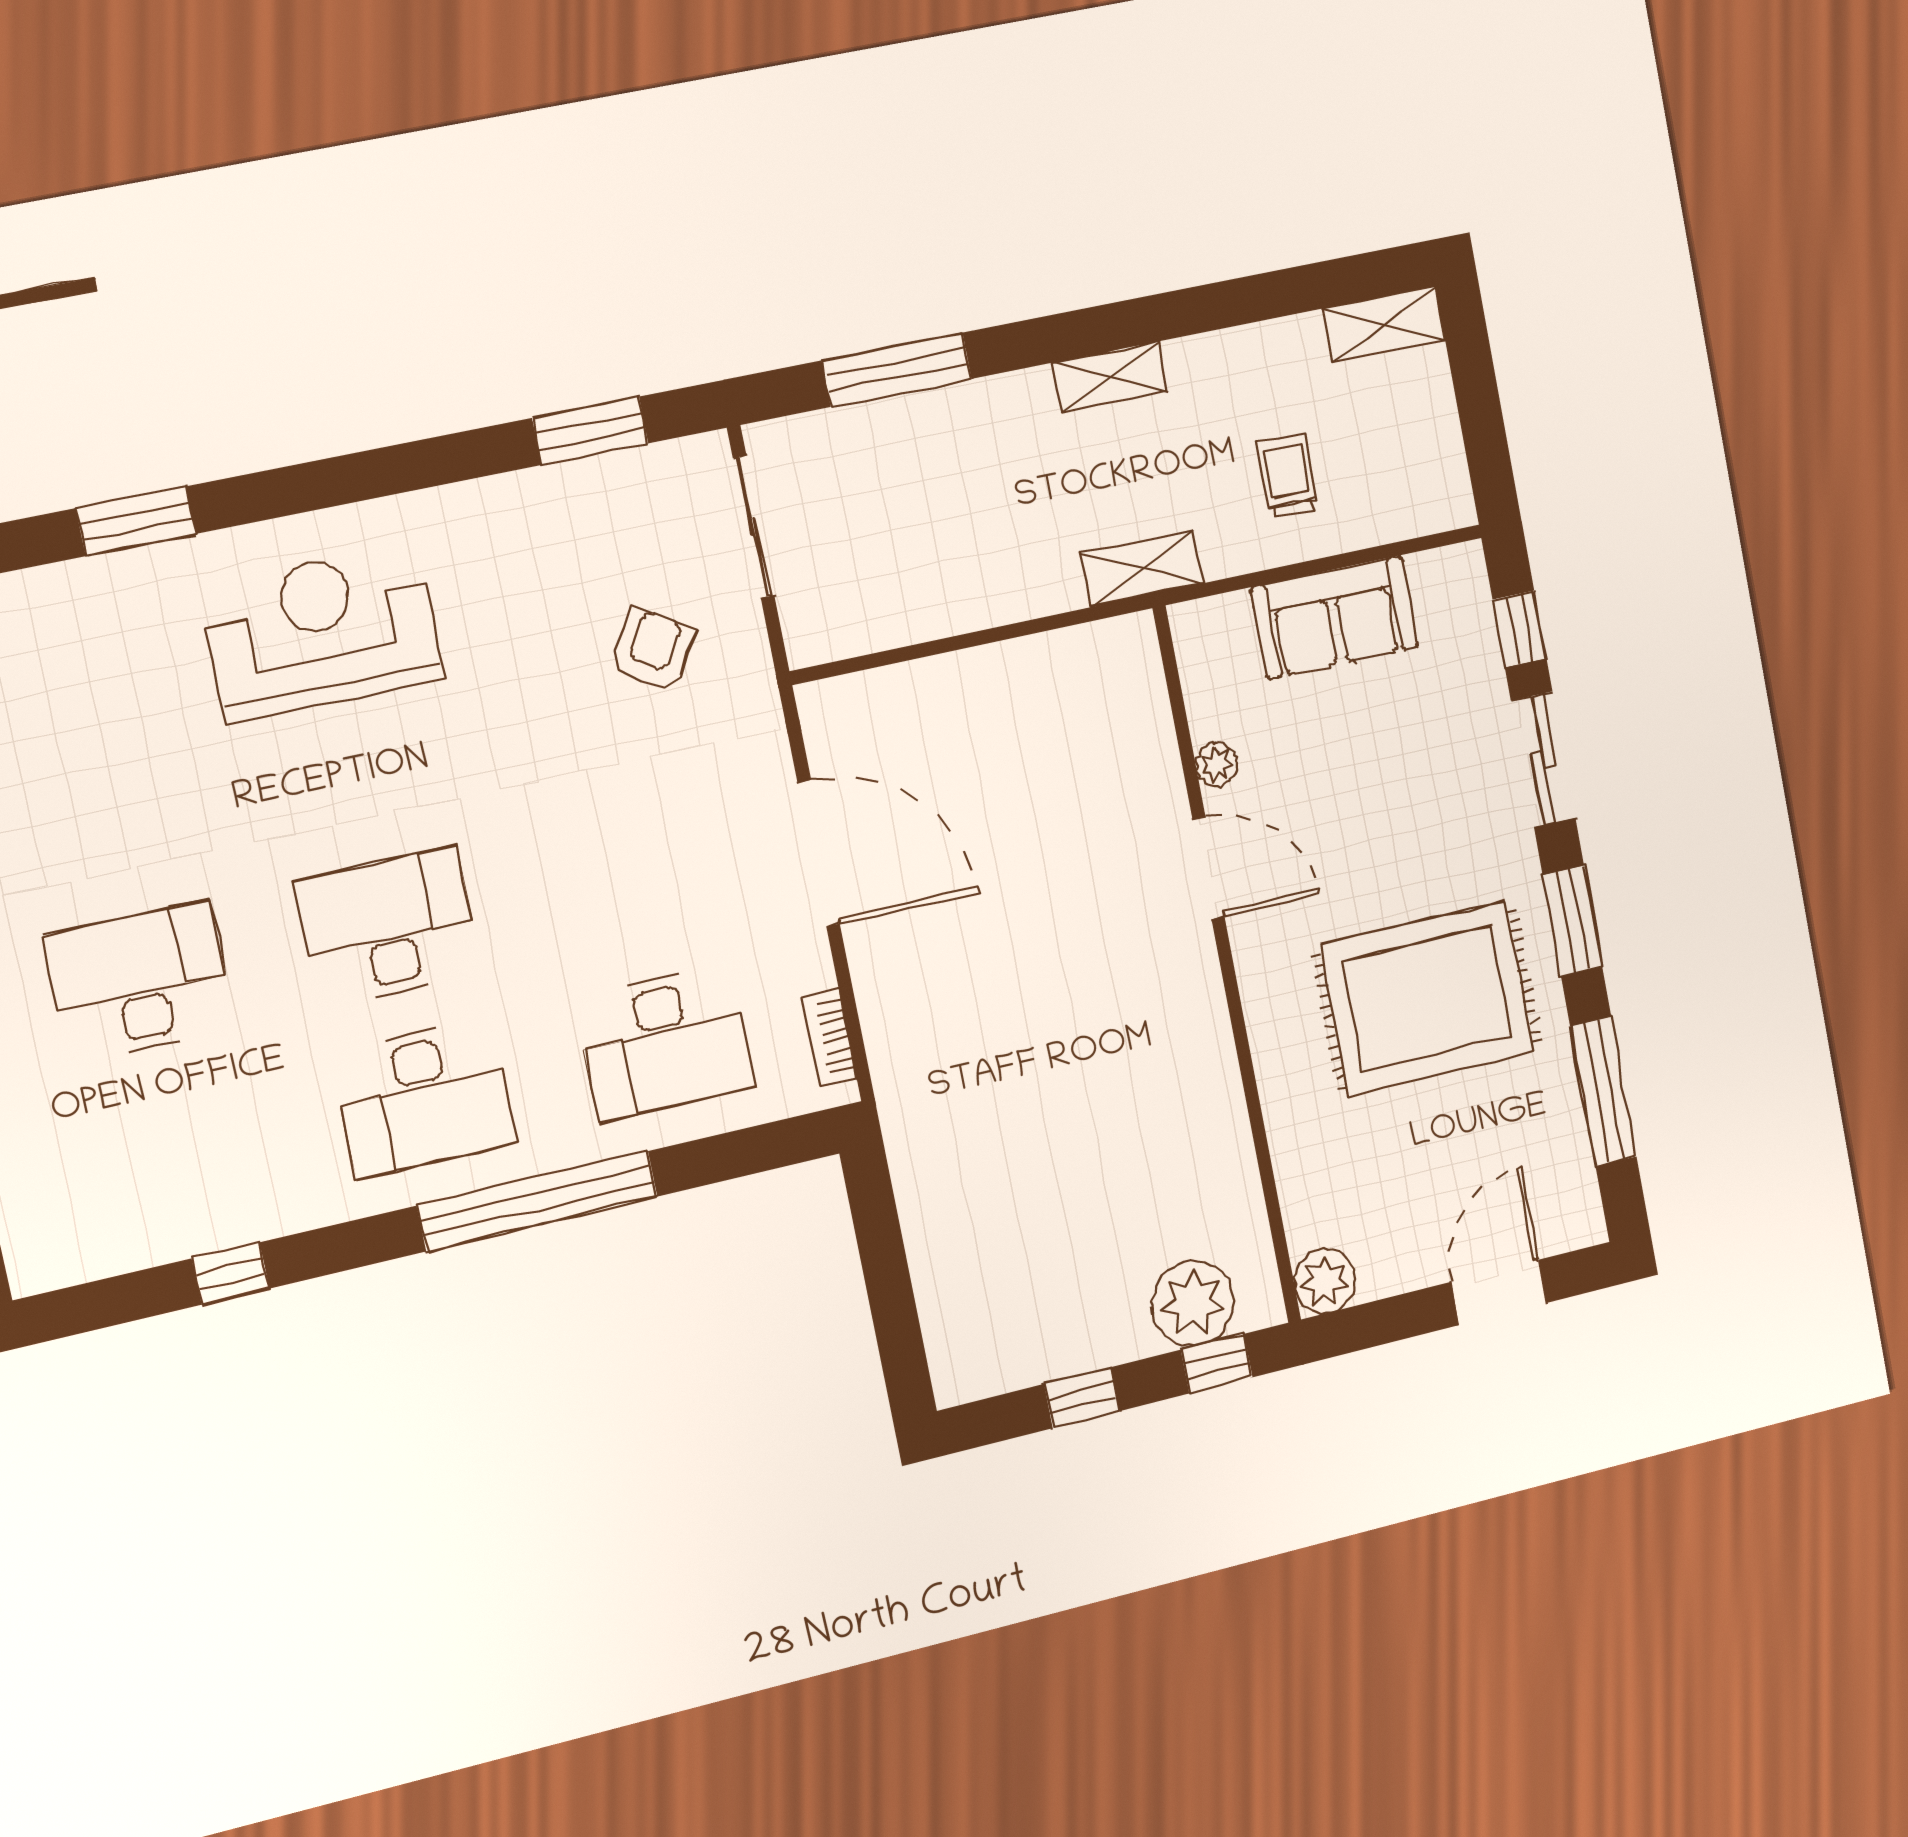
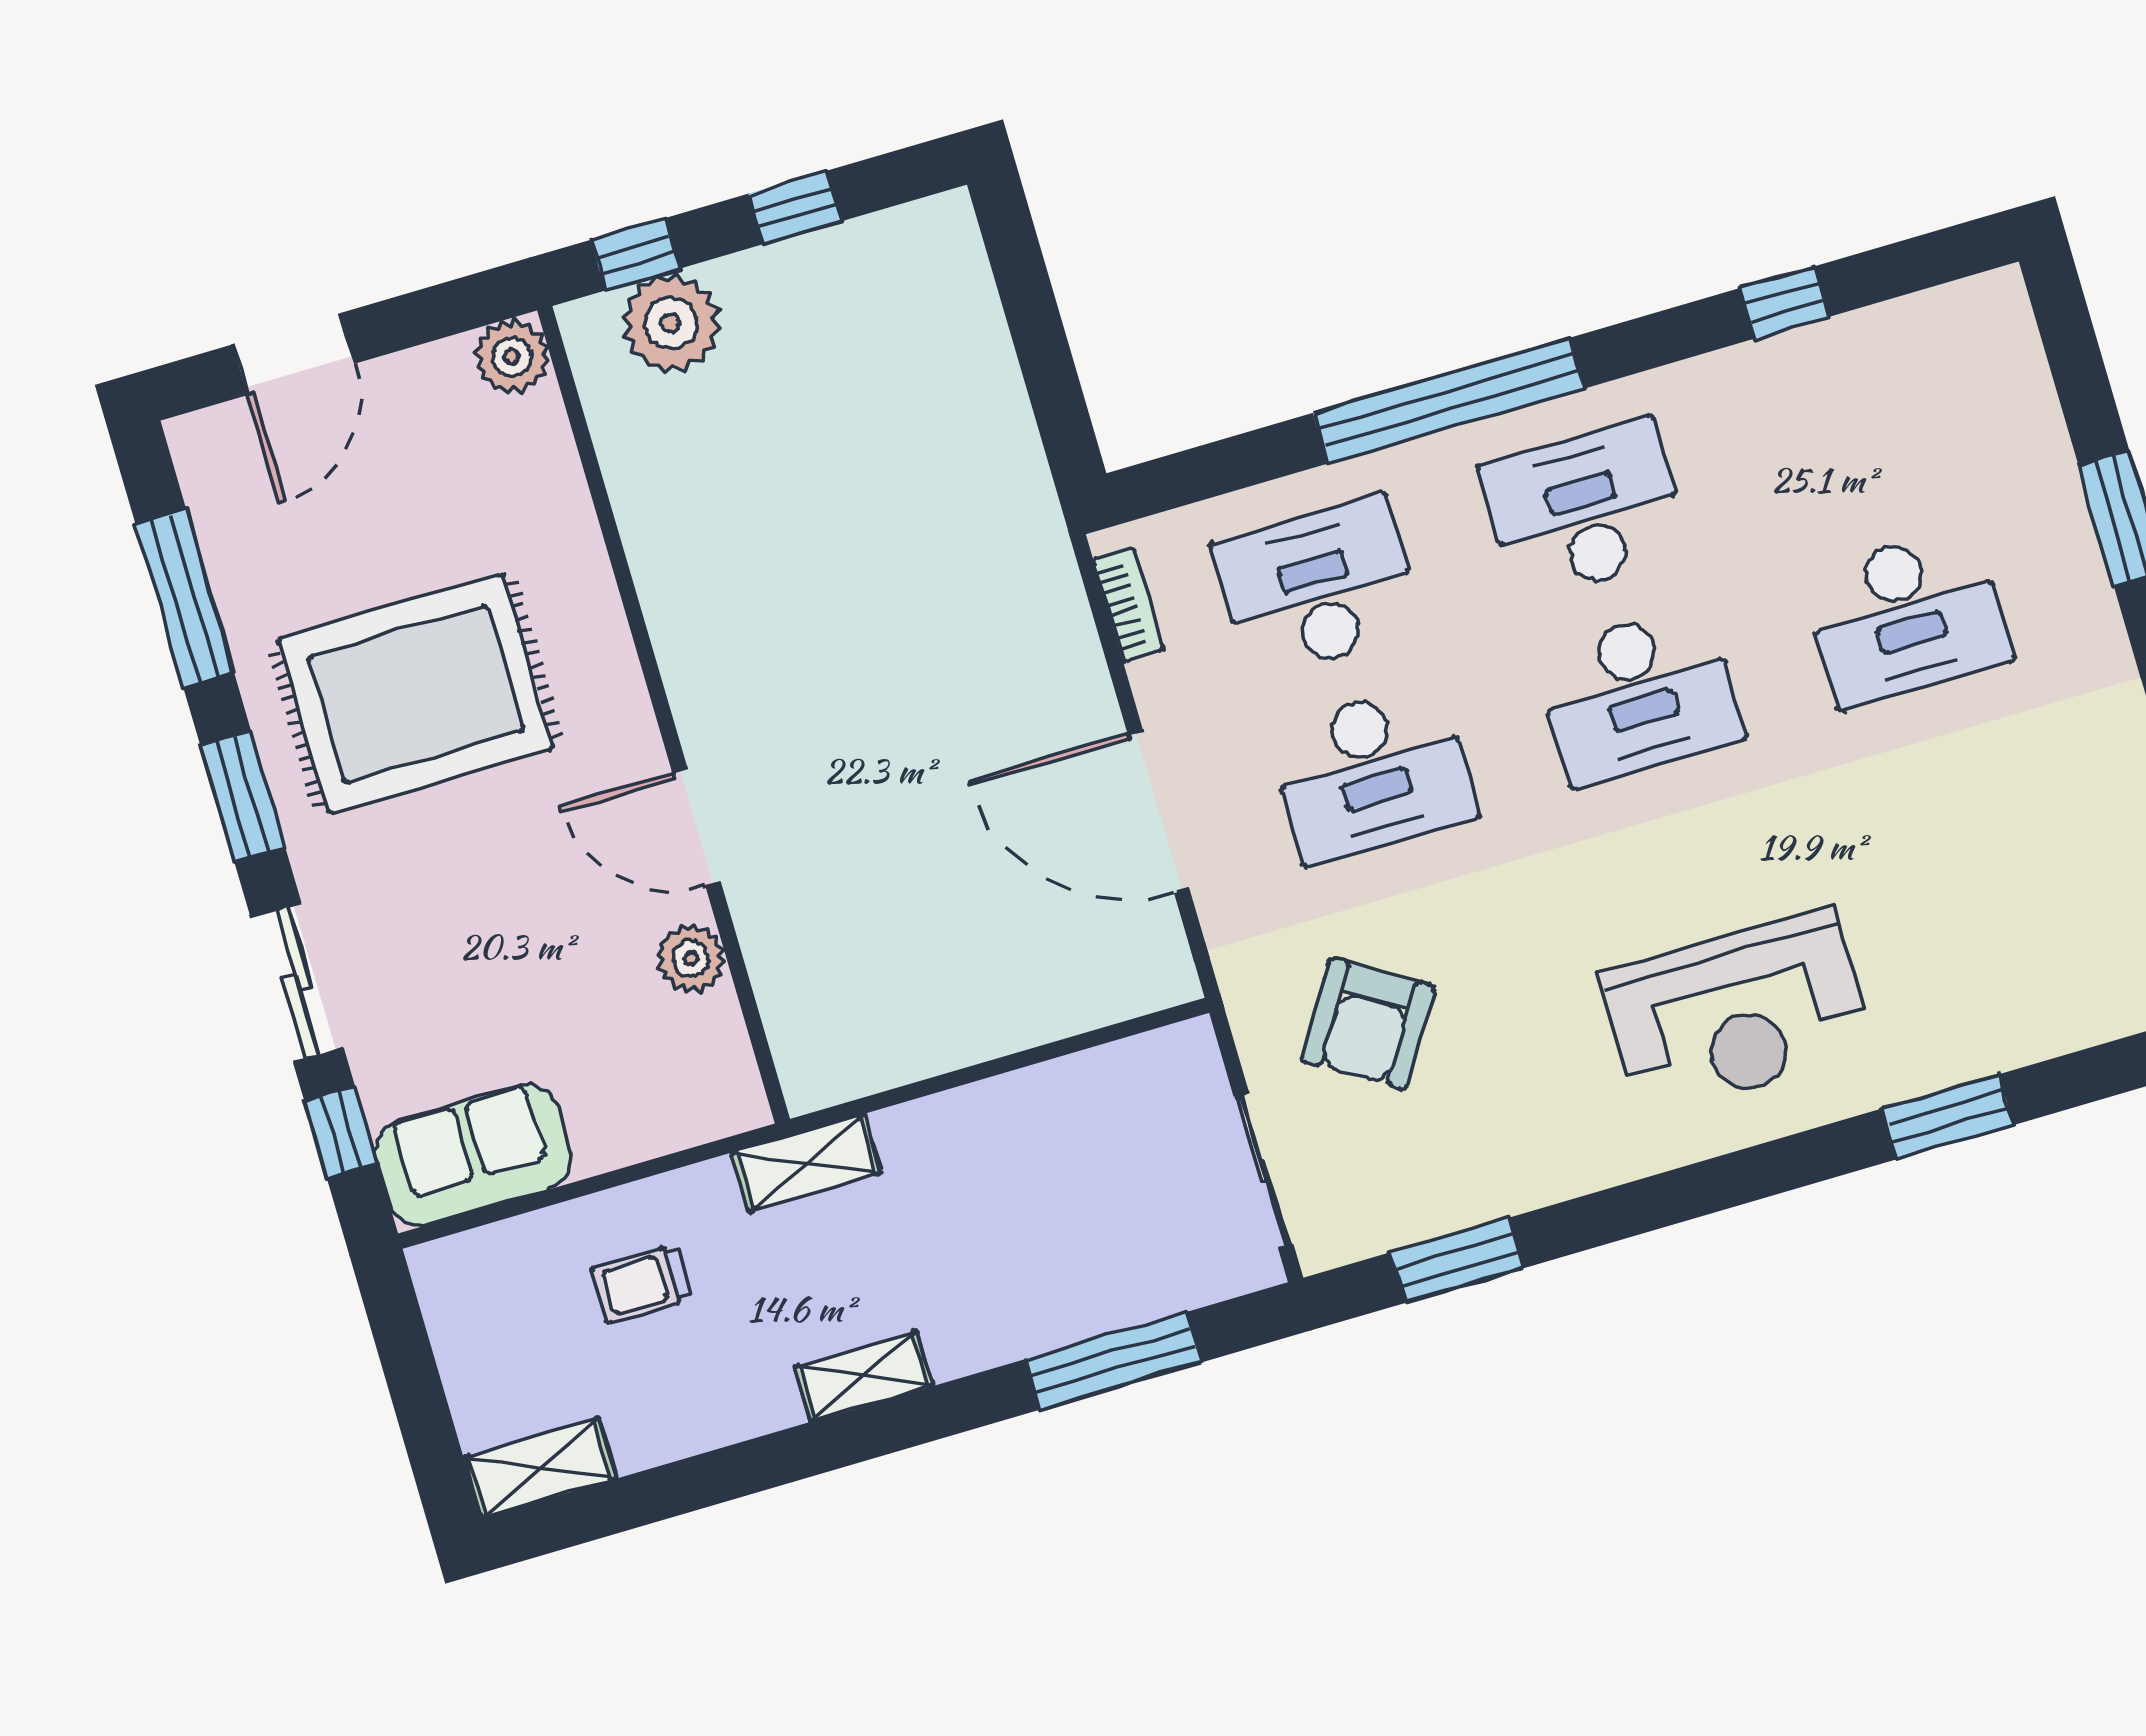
trolley: (1287, 476) -> (641, 1284), turned 90
sofa: (1334, 617) -> (473, 1155), moved
armchair: (652, 650) -> (1368, 1024), width x1.38, depth x1.38
plant: (1217, 764) -> (691, 958), width x1.38, depth x1.38
desk: (631, 874) -> (1372, 773), added

